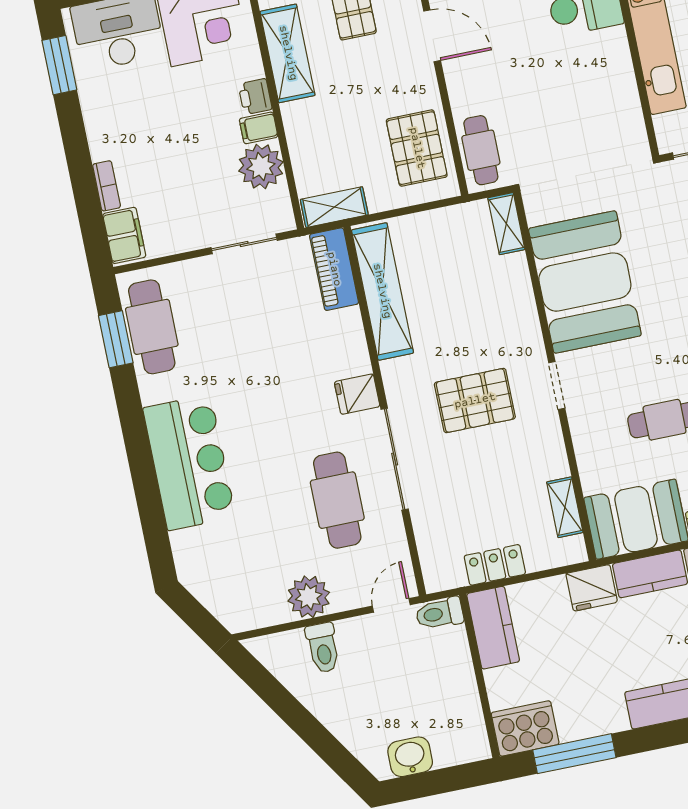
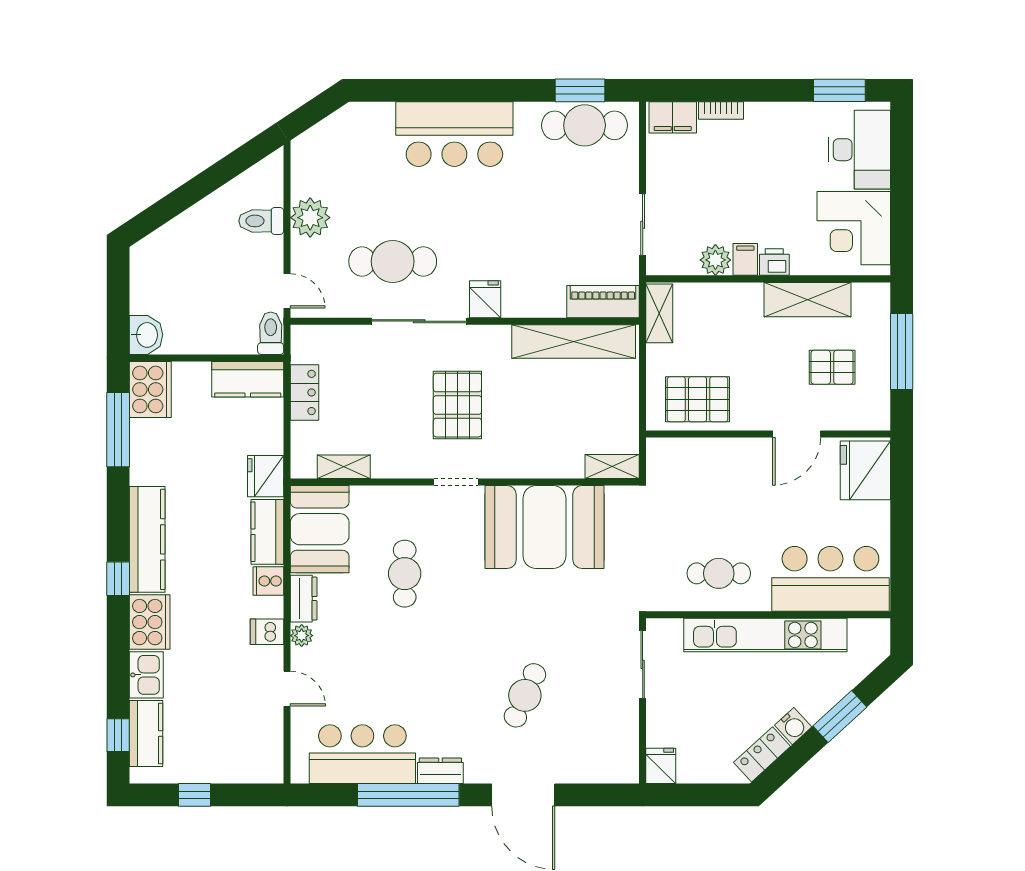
cafe table: (481, 150) -> (719, 573), moved
plant: (261, 166) -> (715, 260), width x0.73, depth x0.73
washbasin: (410, 757) -> (146, 335), moved

